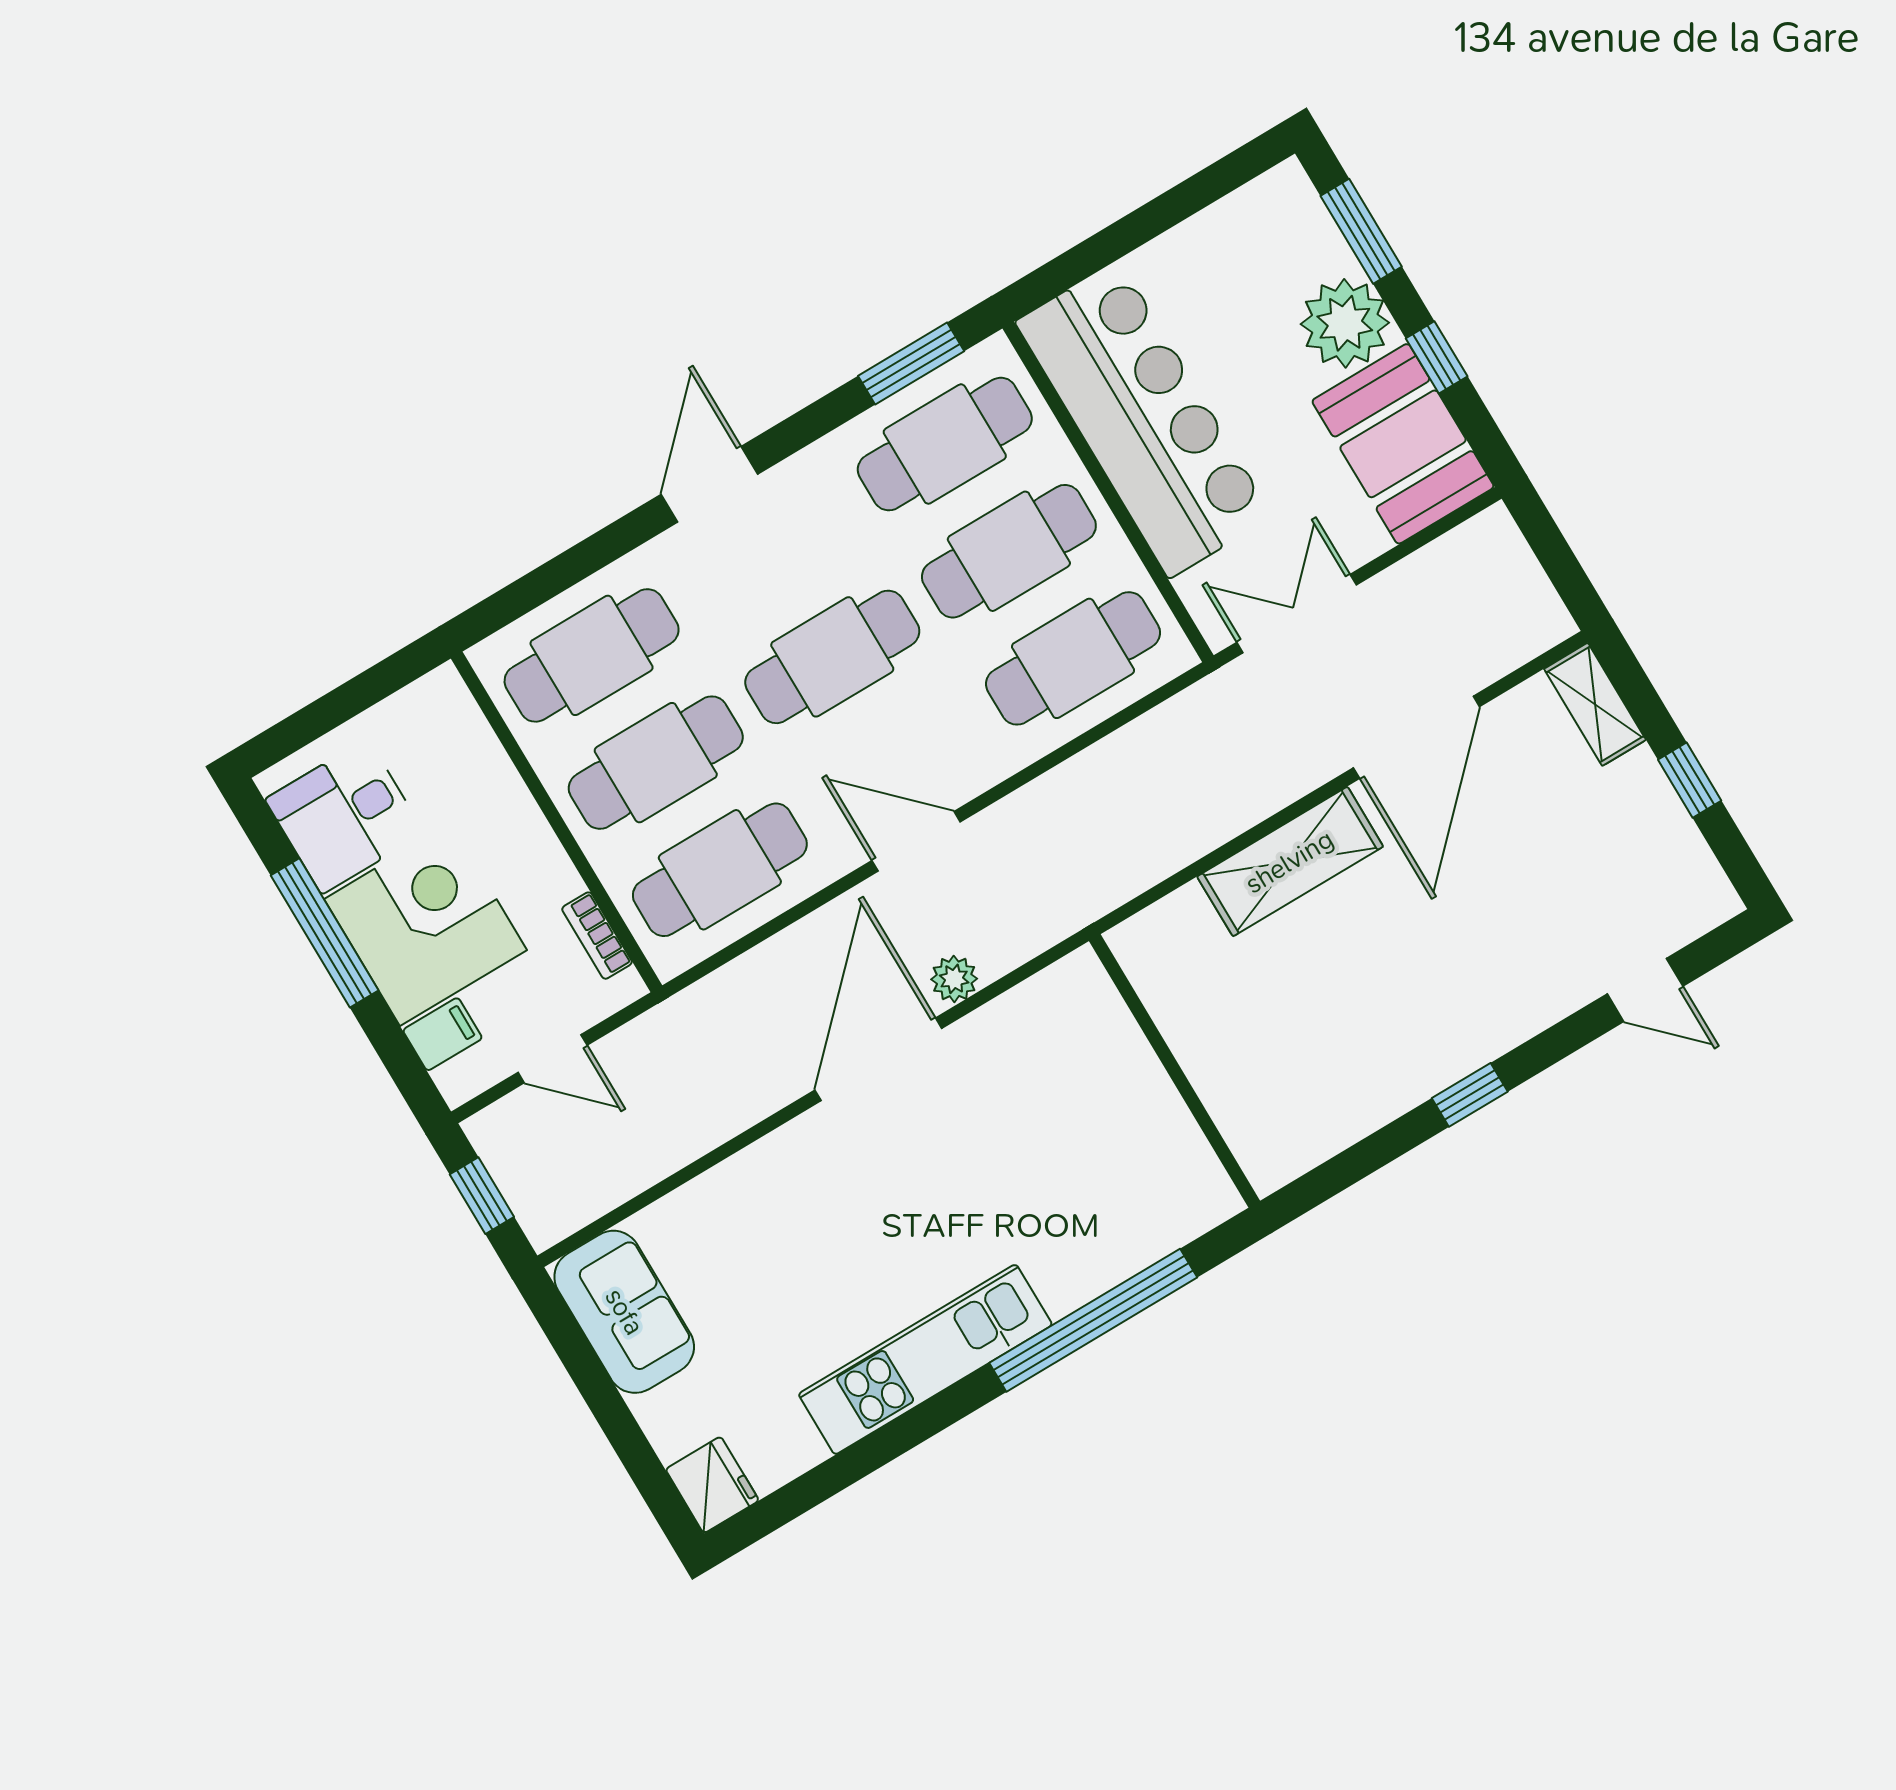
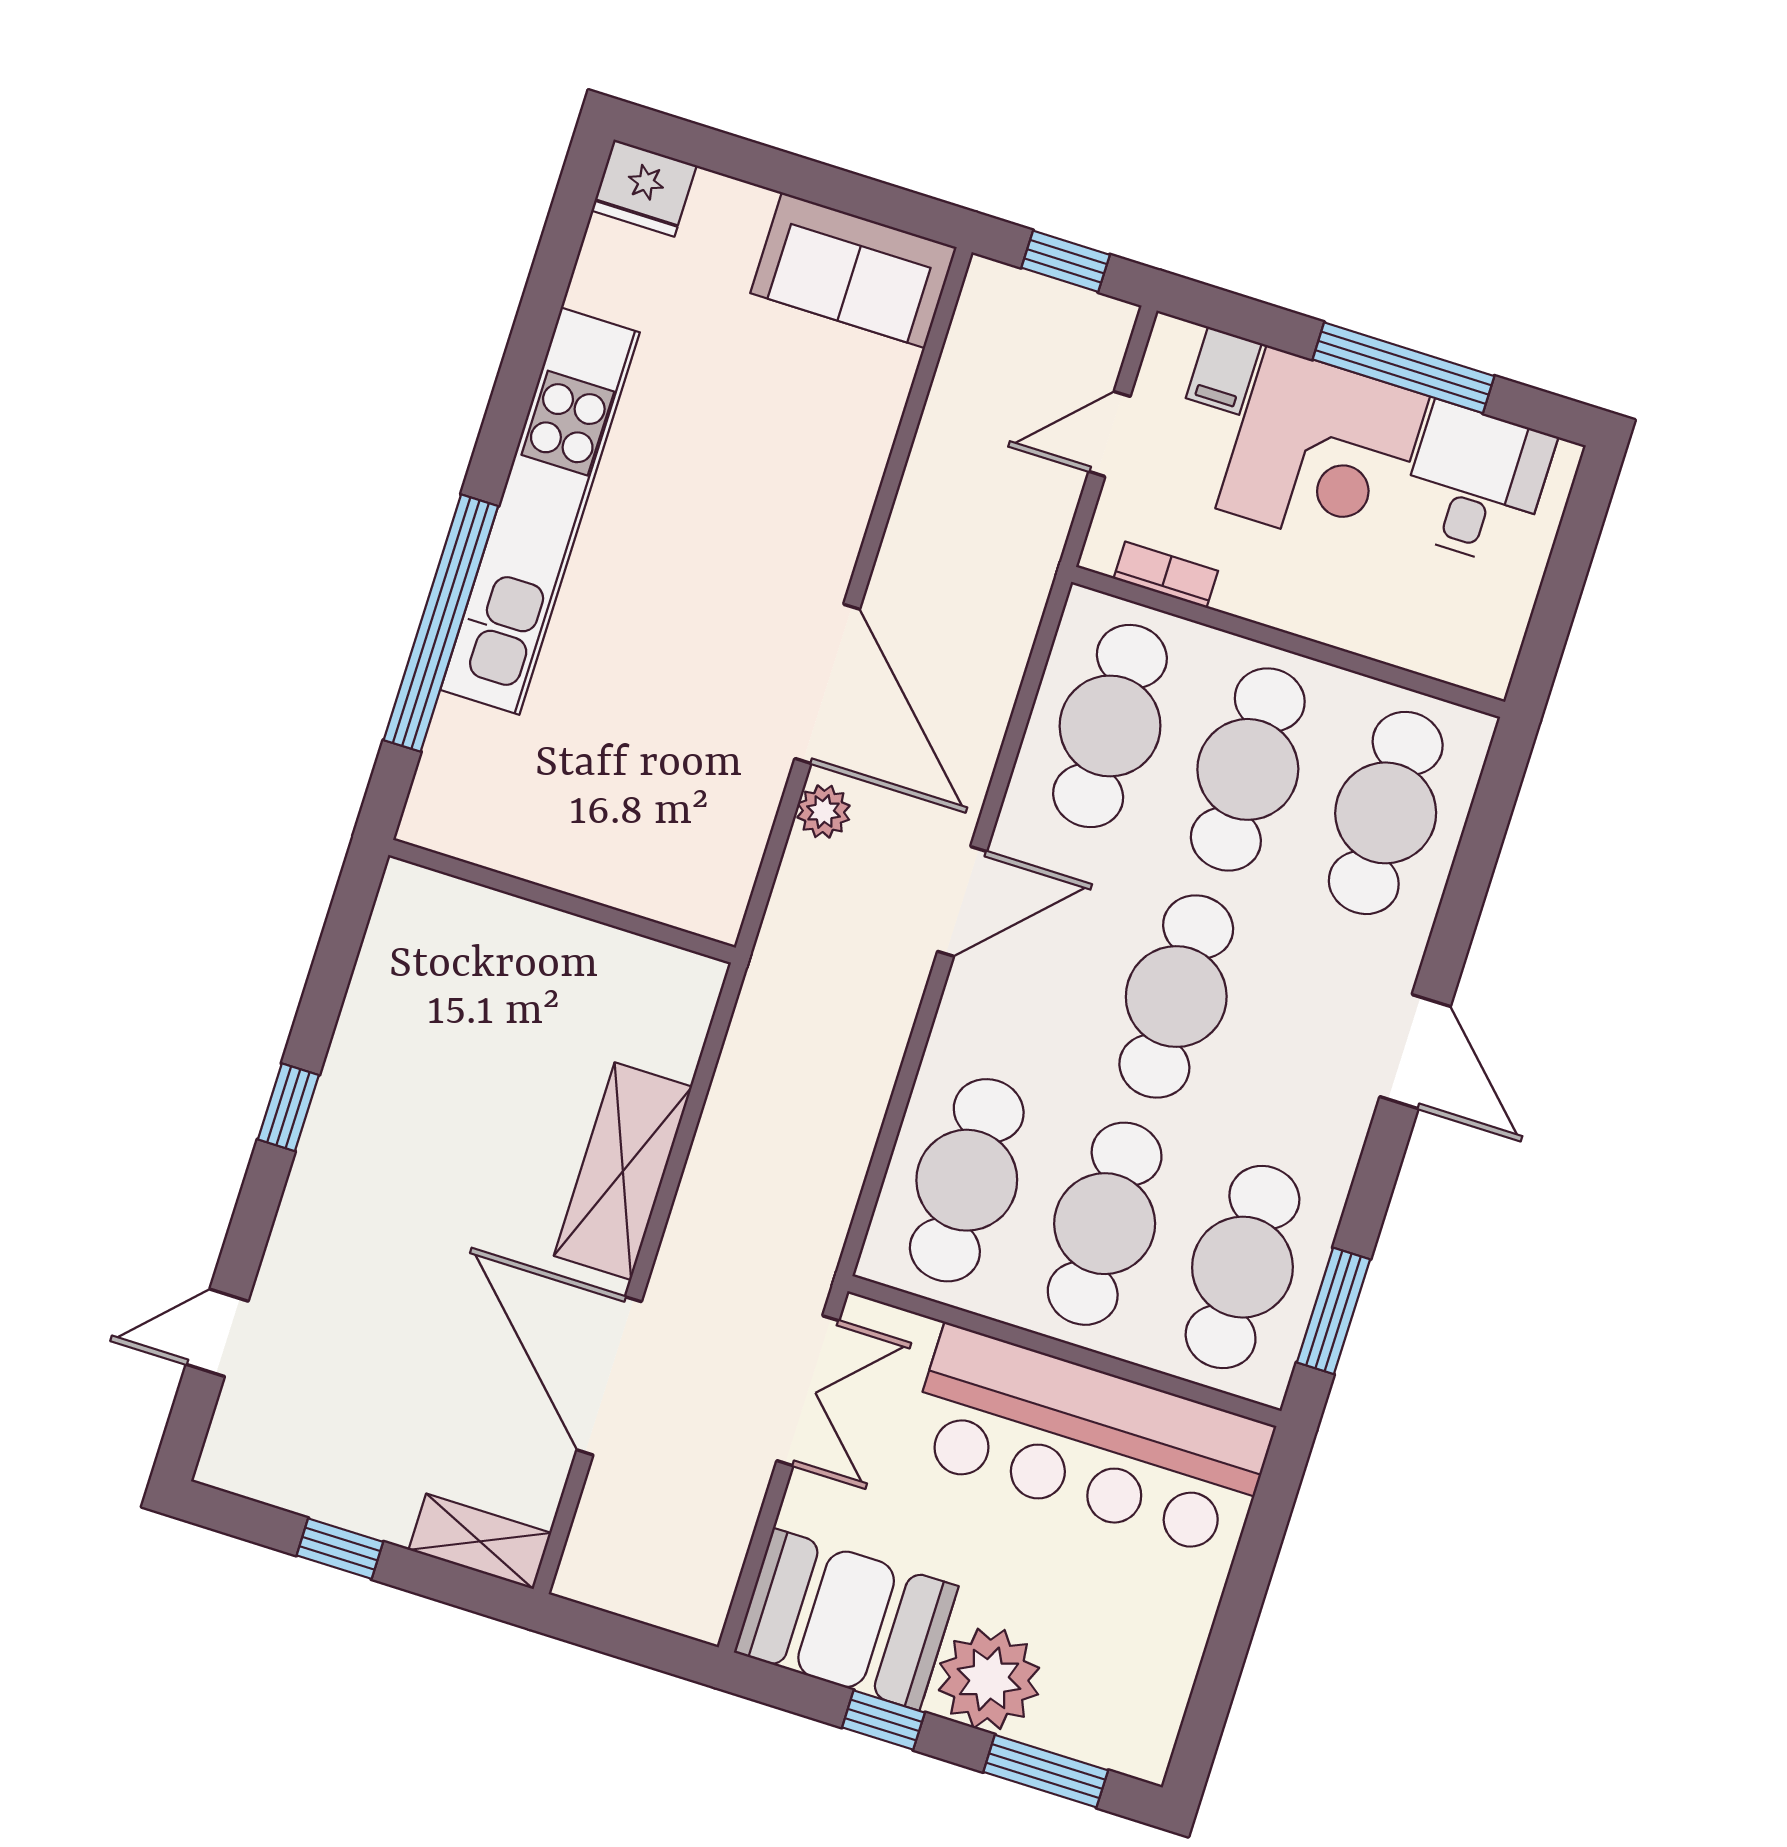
kitchen unit: (925, 1359) -> (540, 511), width x1.36

